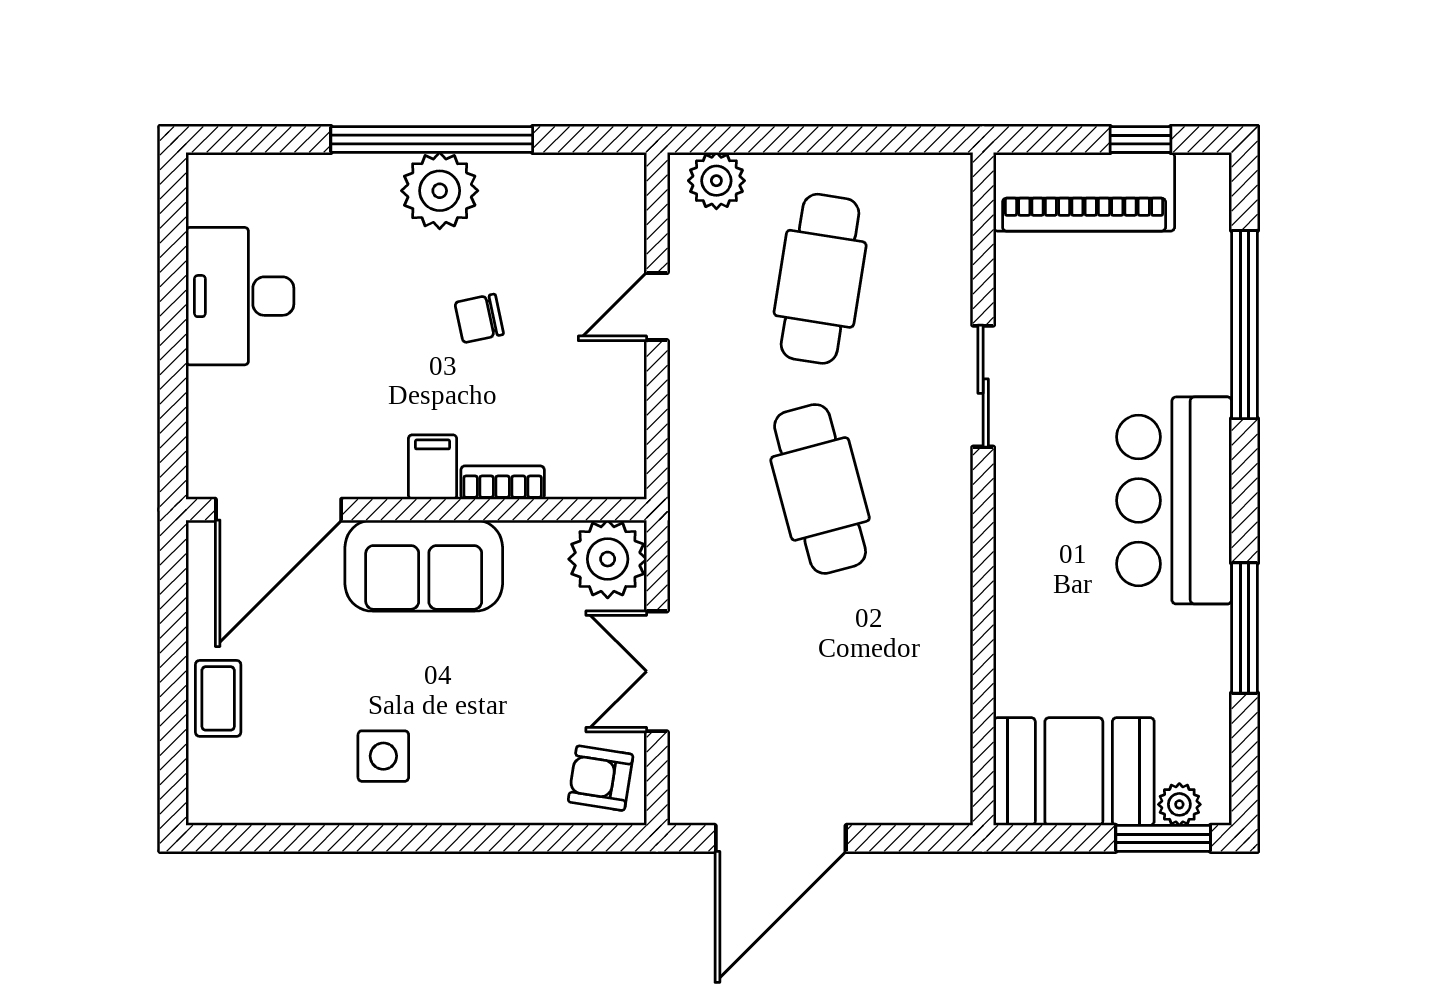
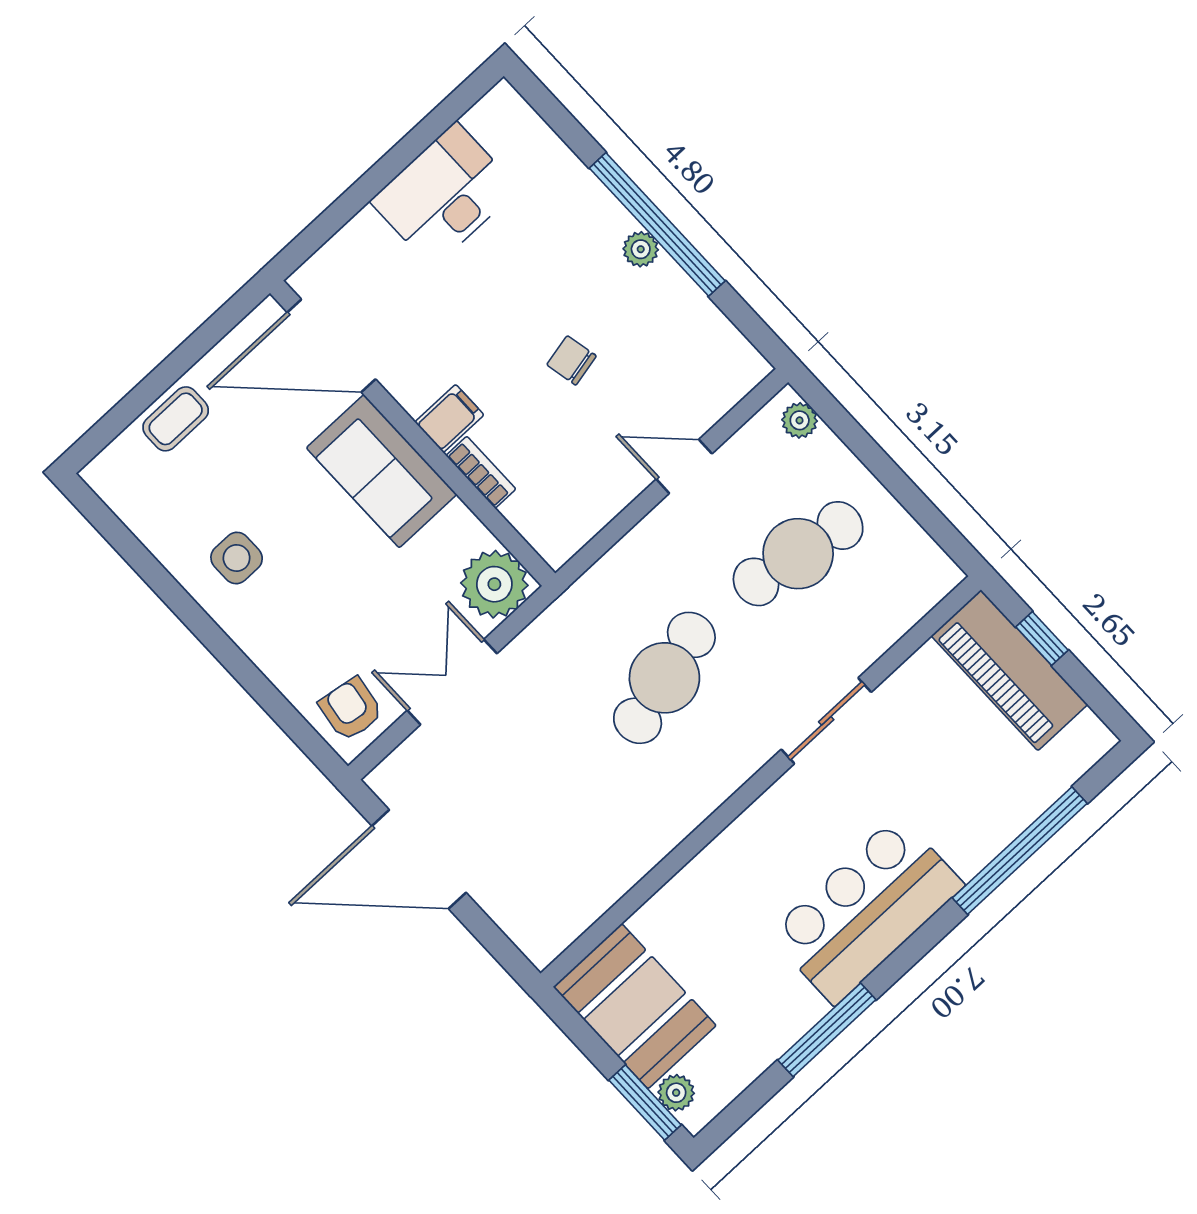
window: (1141, 139) -> (1042, 639), moved
plant: (716, 181) -> (800, 420), width x0.73, depth x0.73
plant: (440, 191) -> (641, 249), width x0.53, depth x0.53

